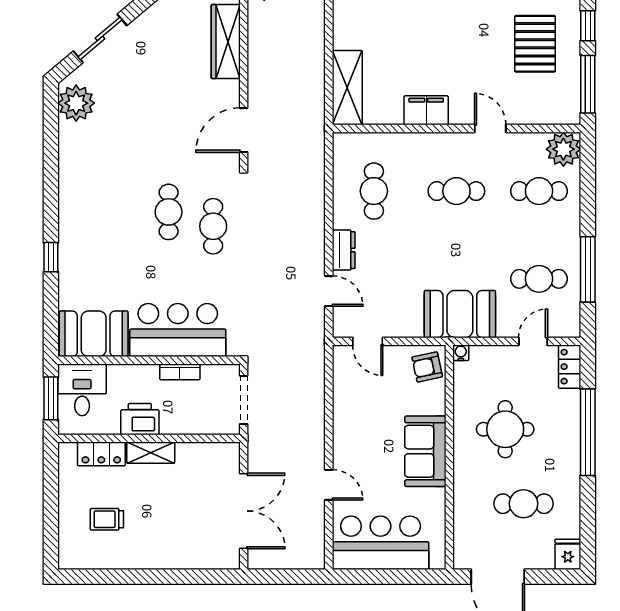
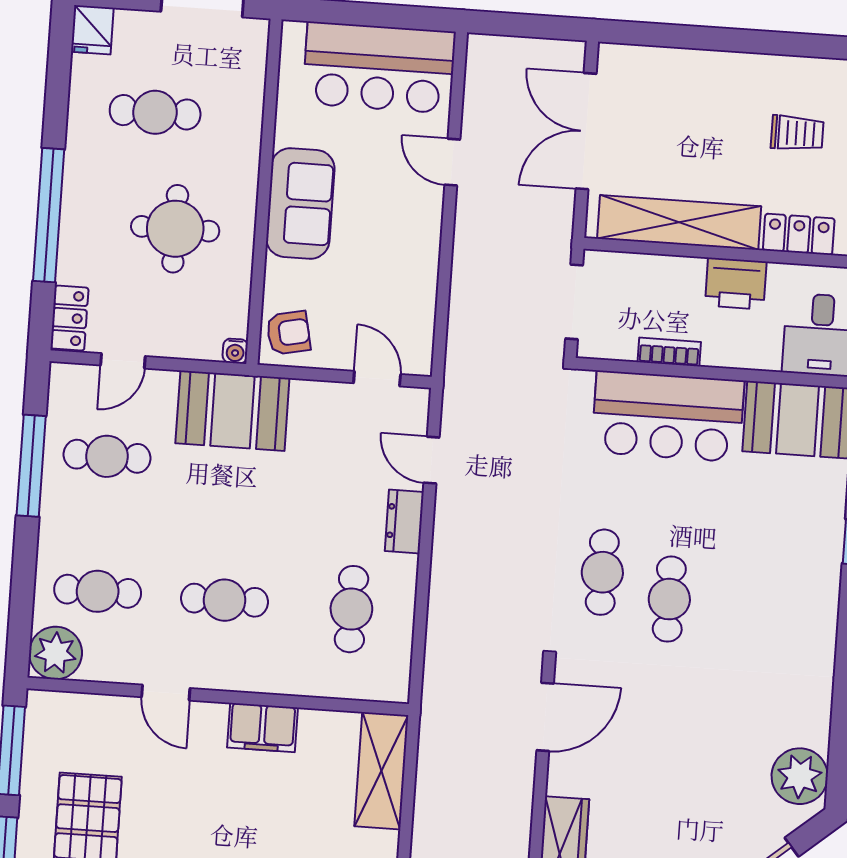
shelving: (151, 453) -> (679, 222), width x2.20, depth x1.33

